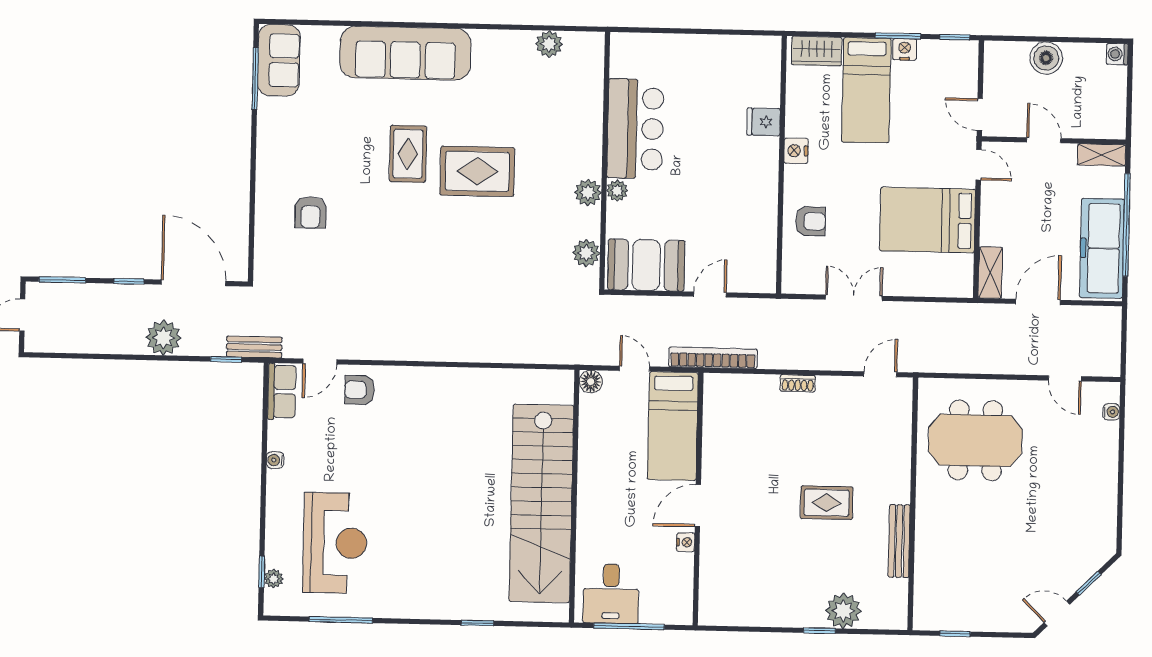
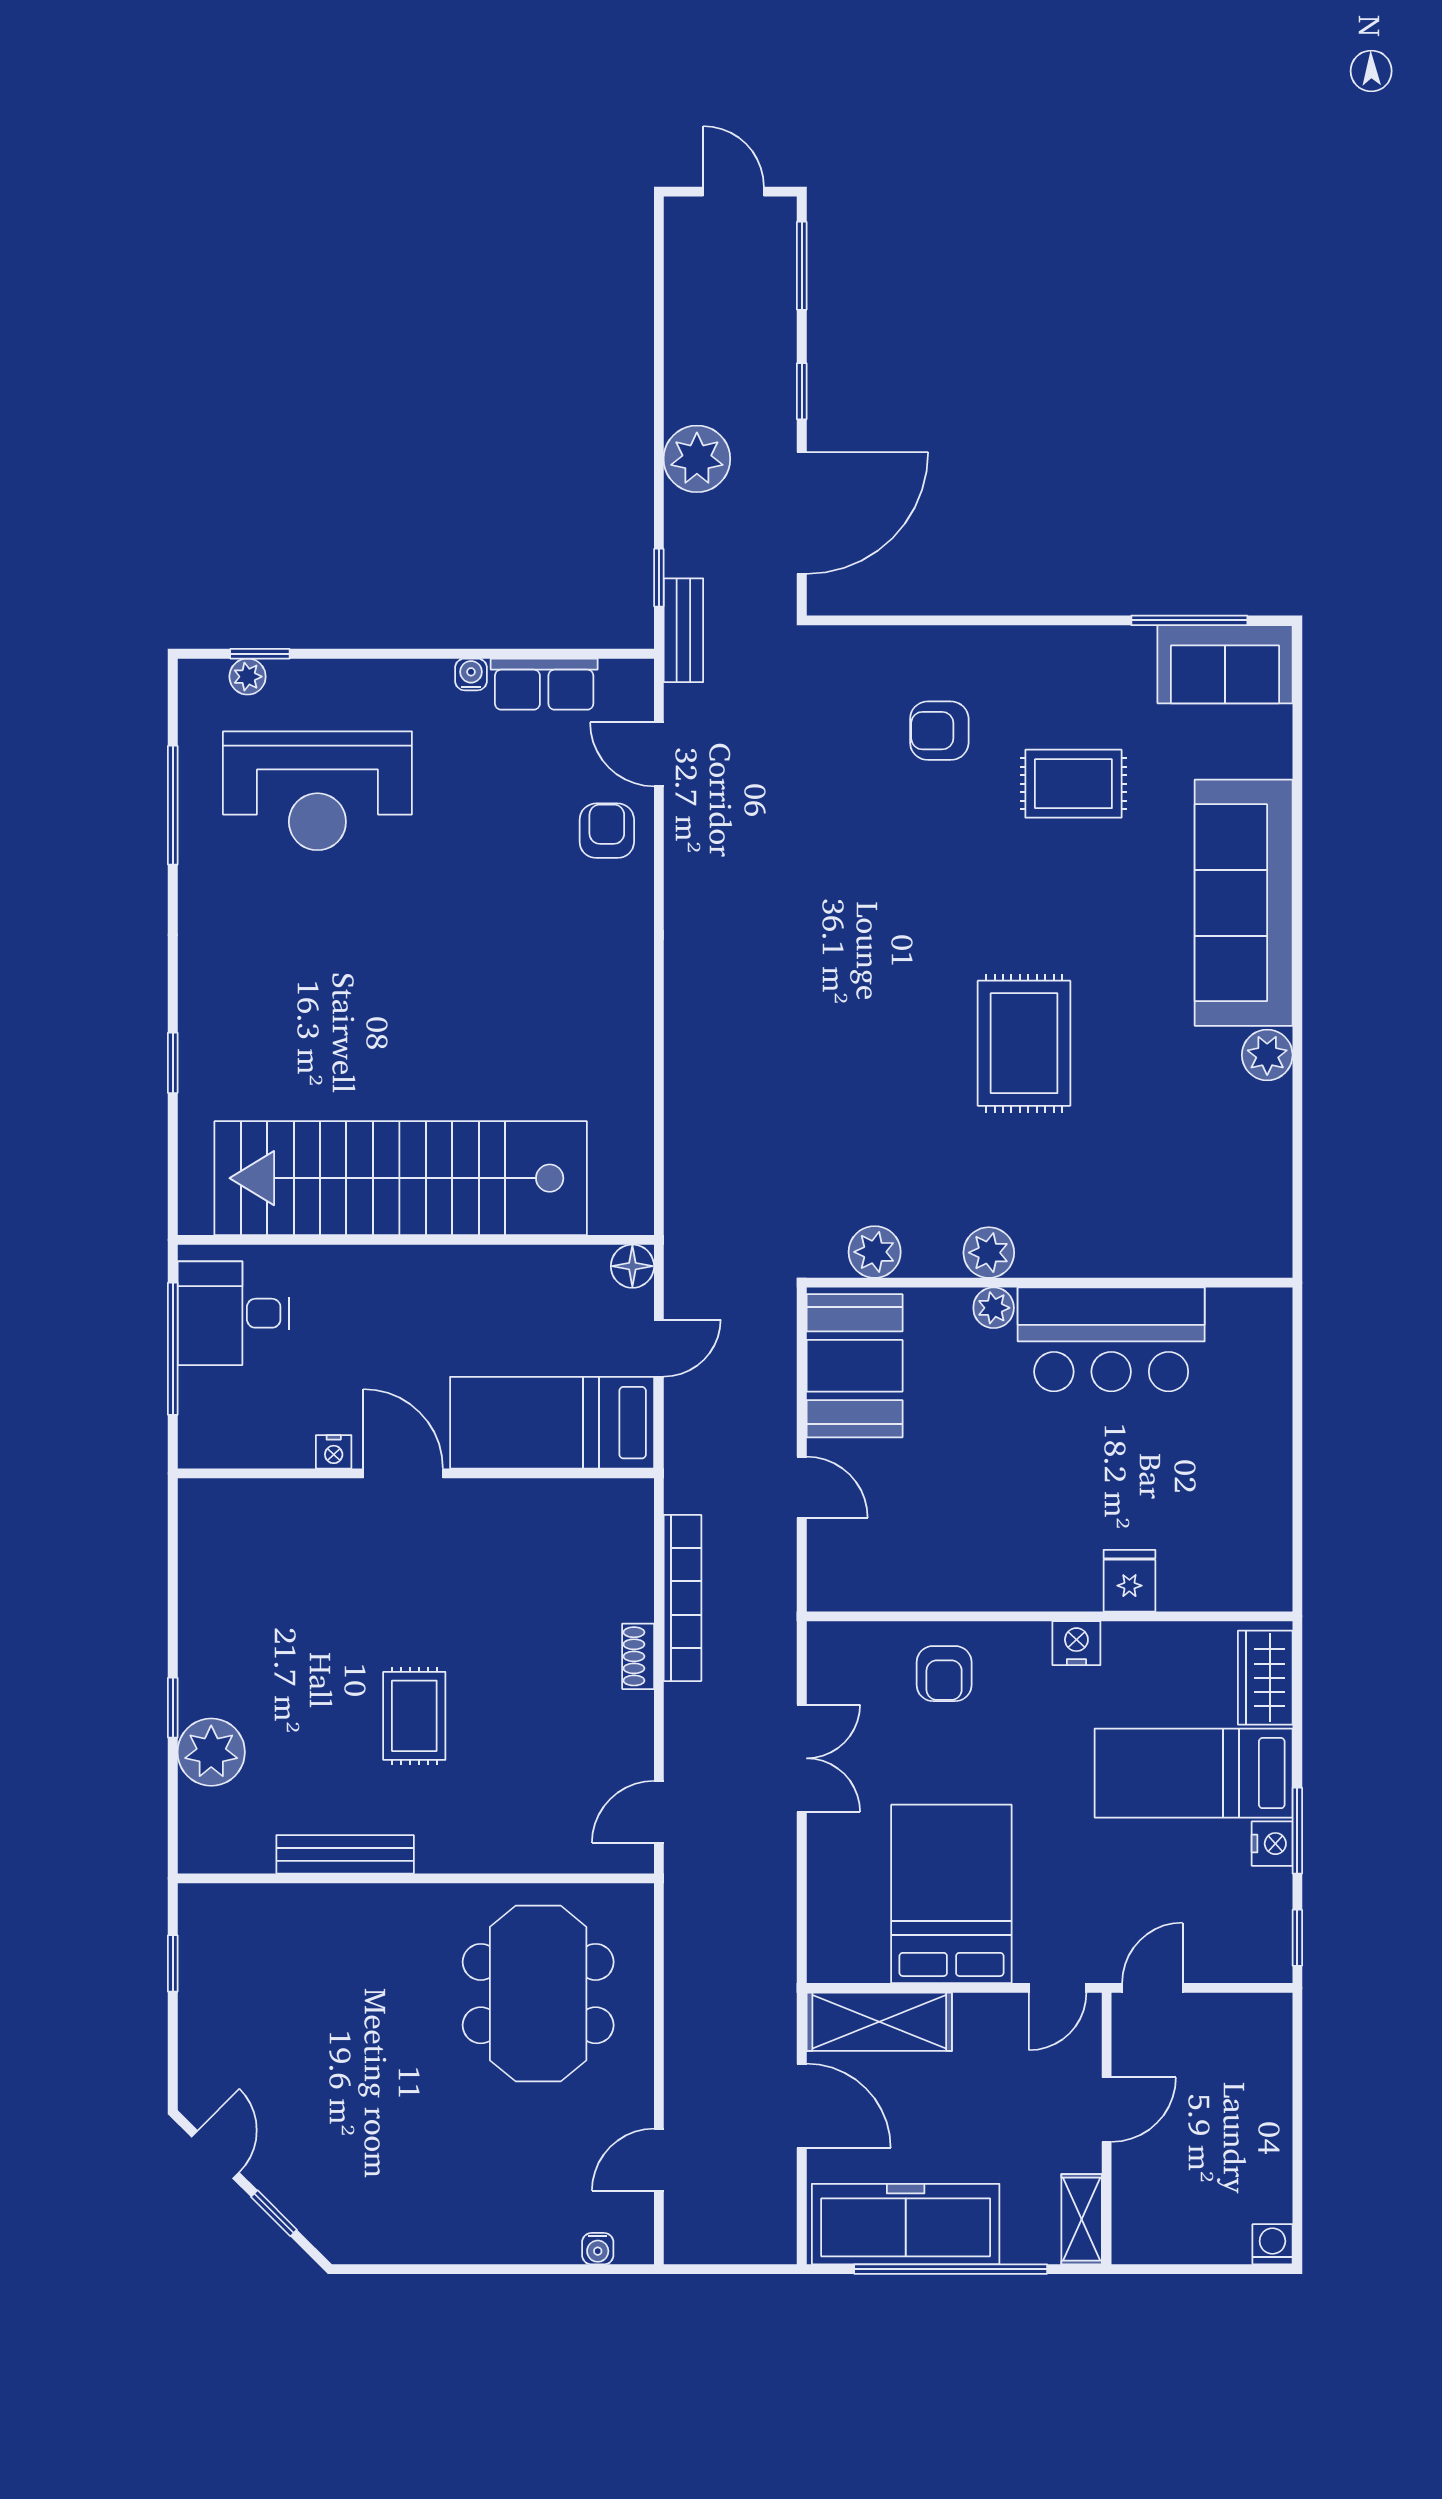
plant: (549, 44) -> (1267, 1055), moved
boiler: (1046, 58) -> (1262, 2111), removed
rug: (408, 154) -> (1073, 784), moved
shelving: (990, 273) -> (879, 2022), width x1.50, depth x1.33
bookcase: (713, 358) -> (682, 1598), moved
door: (880, 374) -> (659, 1812), swing flipped
row of seats: (282, 391) -> (544, 684), moved

